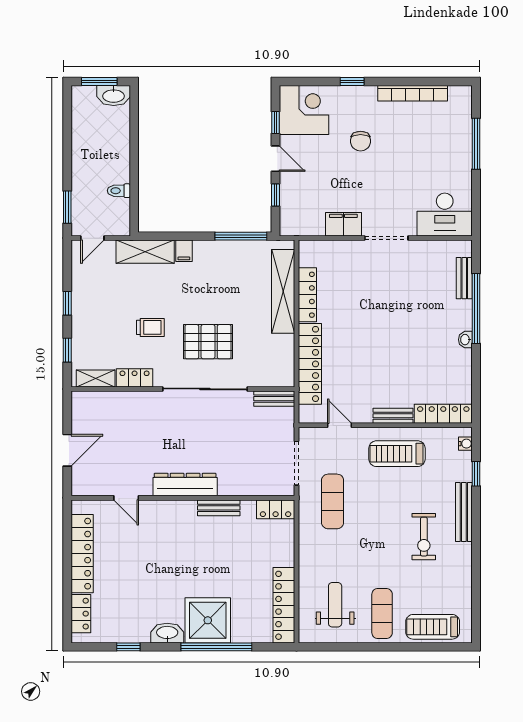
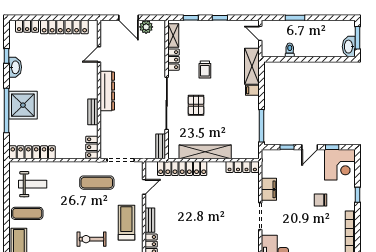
window: (67, 207) -> (295, 18), moved
shelving: (283, 291) -> (205, 152), moved
locker: (307, 295) -> (242, 167), moved
pallet: (208, 342) -> (196, 105), width x0.67, depth x0.71
plant: (82, 422) -> (146, 27), added
exercise bike: (424, 537) -> (92, 239), moved
washbasin: (167, 633) -> (15, 67), moved

